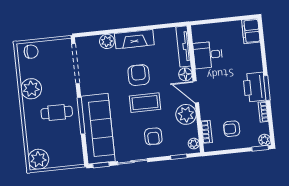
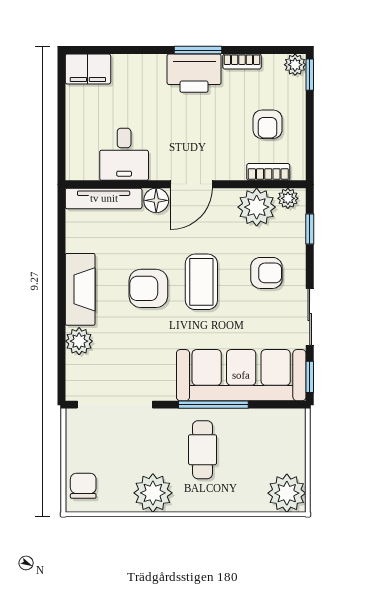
plant: (186, 114) -> (257, 207), moved

